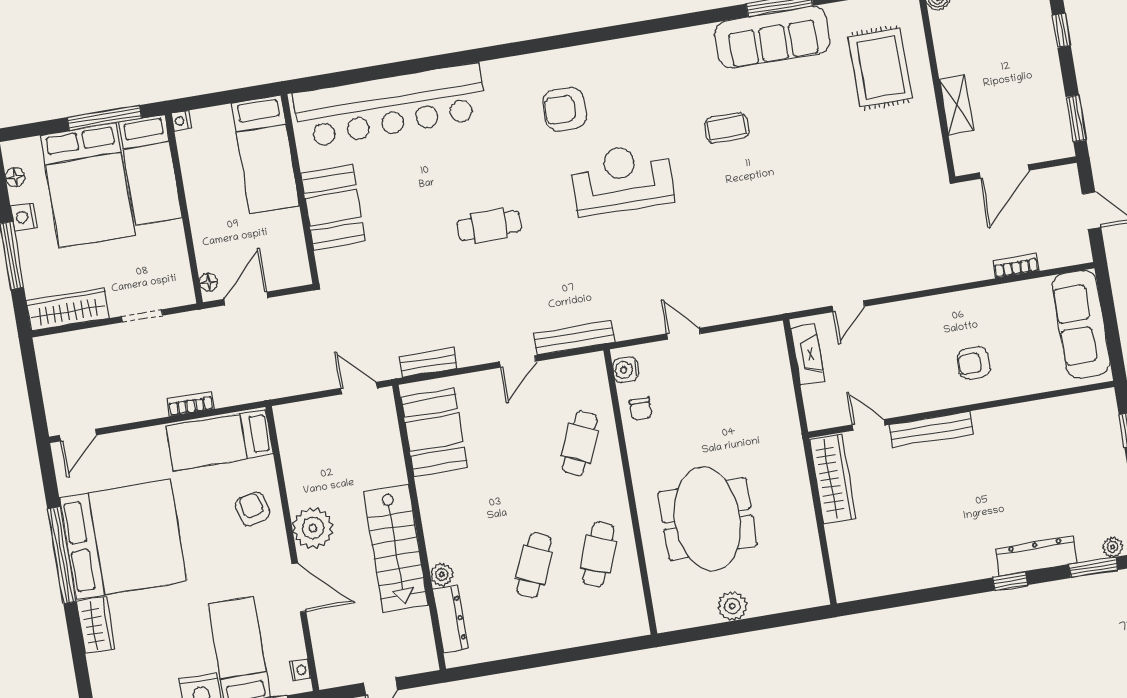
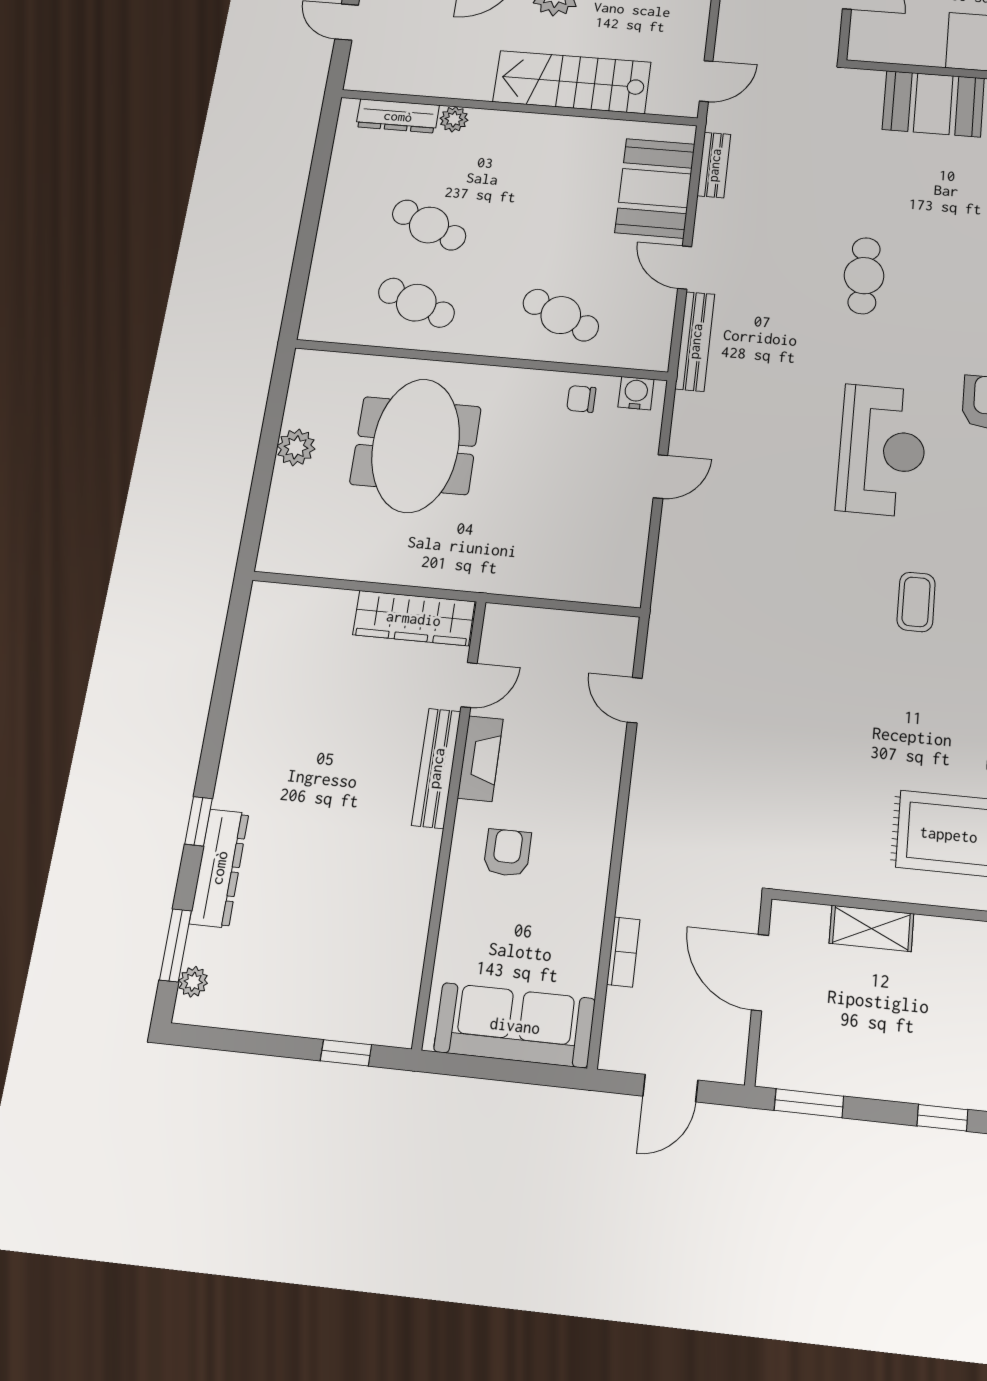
fireplace: (808, 355) -> (480, 759), moved, turned -90
booth: (434, 432) -> (655, 188), moved, turned 90
meeting table: (708, 519) -> (416, 445), turned 90
stairs: (396, 548) -> (572, 82), moved

